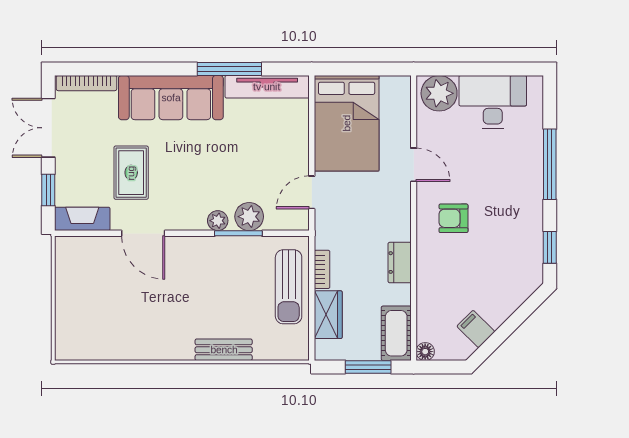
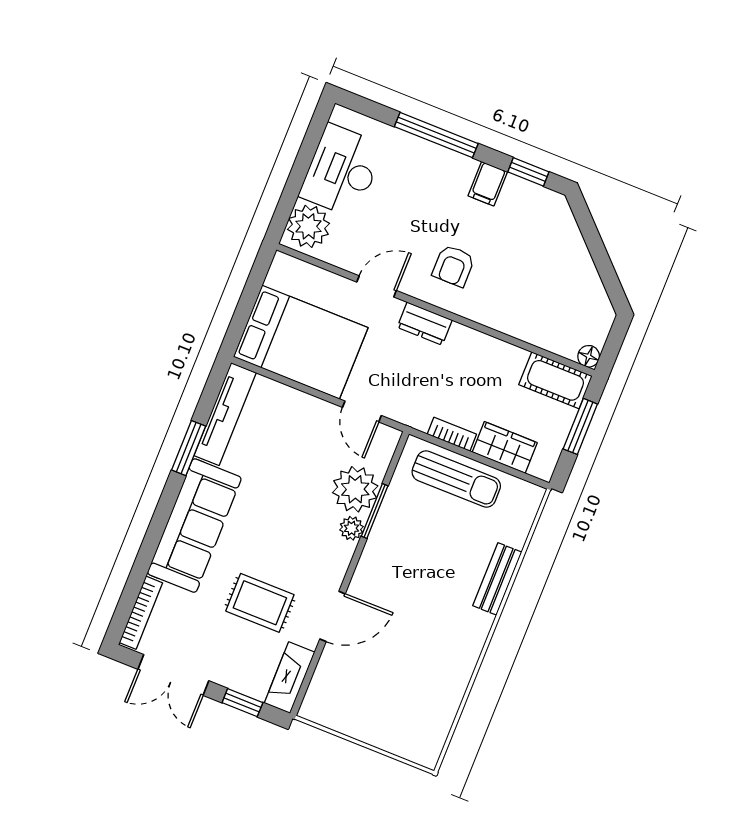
window: (229, 69) -> (189, 448), width x0.69
plant: (249, 217) -> (355, 489), width x1.36, depth x1.36
dresser: (400, 263) -> (425, 324), moved
filing cabinet: (476, 329) -> (488, 184), moved, turned -45

